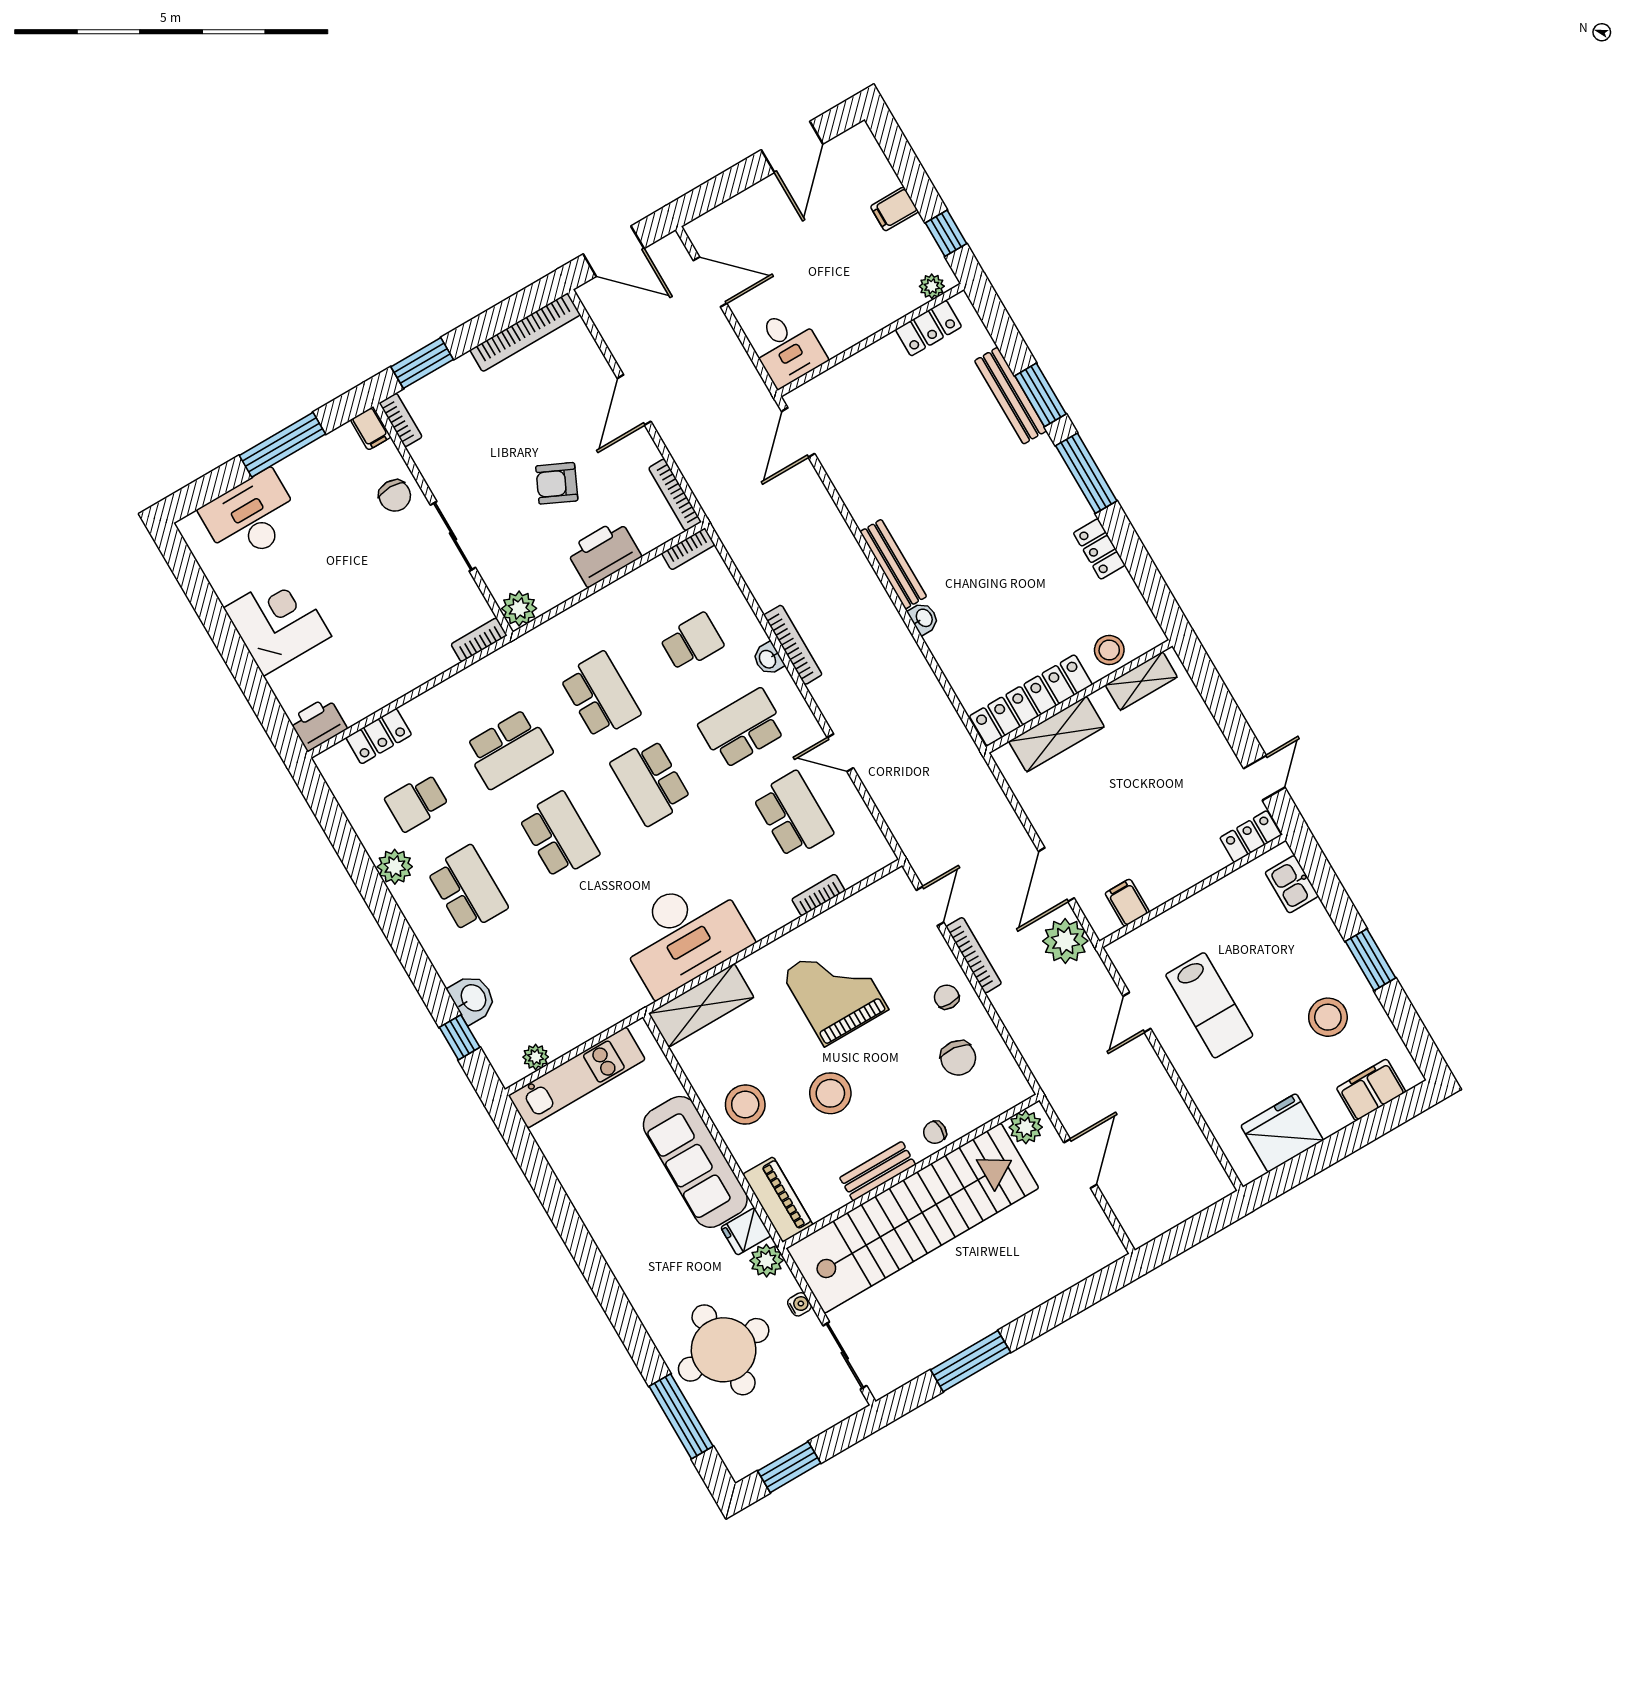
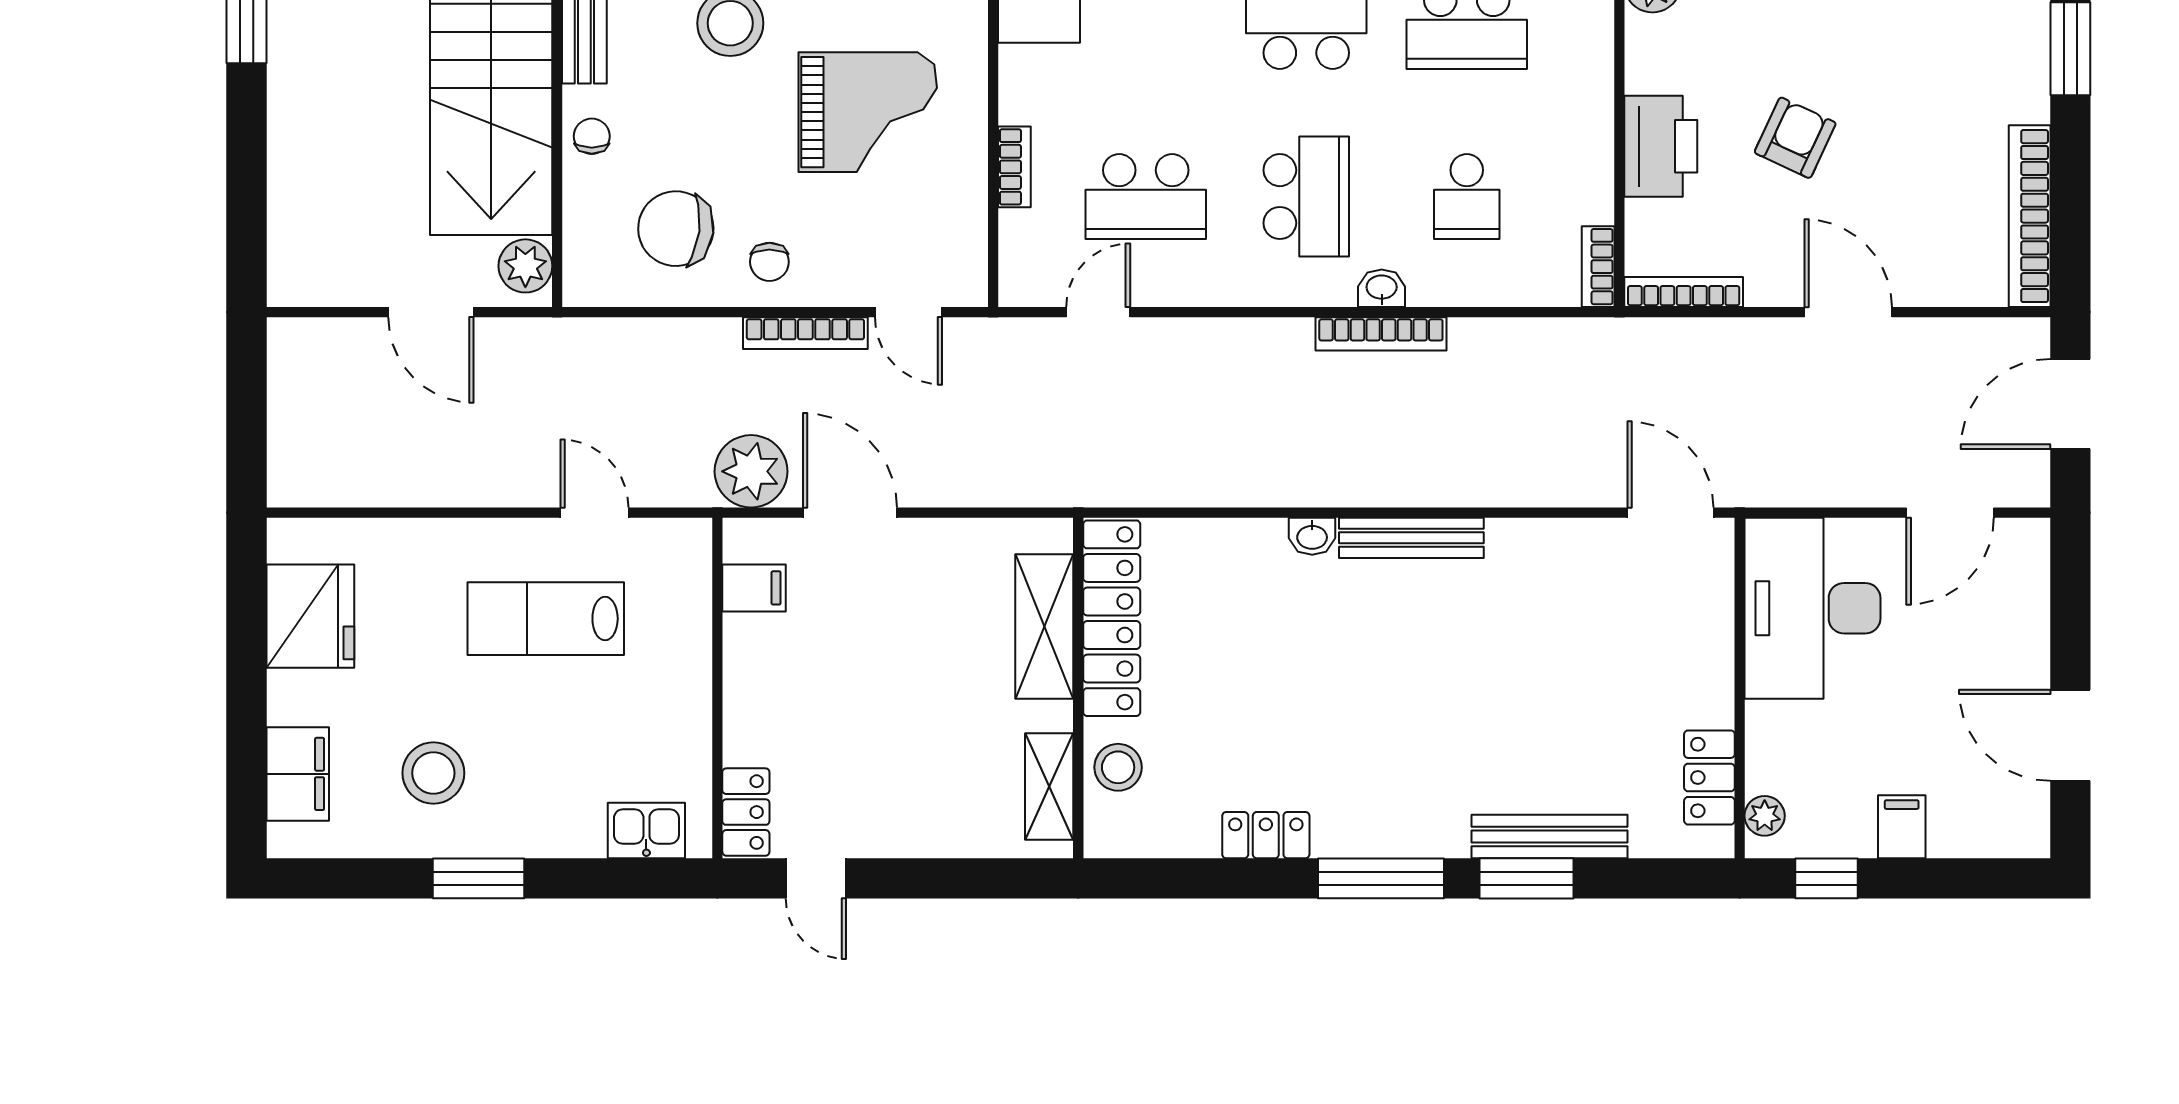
desk: (787, 348) -> (1812, 608), width x1.87, depth x1.30
door: (840, 753) -> (1098, 312), moved
chair: (947, 997) -> (769, 262), turned 90
chair: (958, 1058) -> (676, 229), width x1.37, depth x1.37

